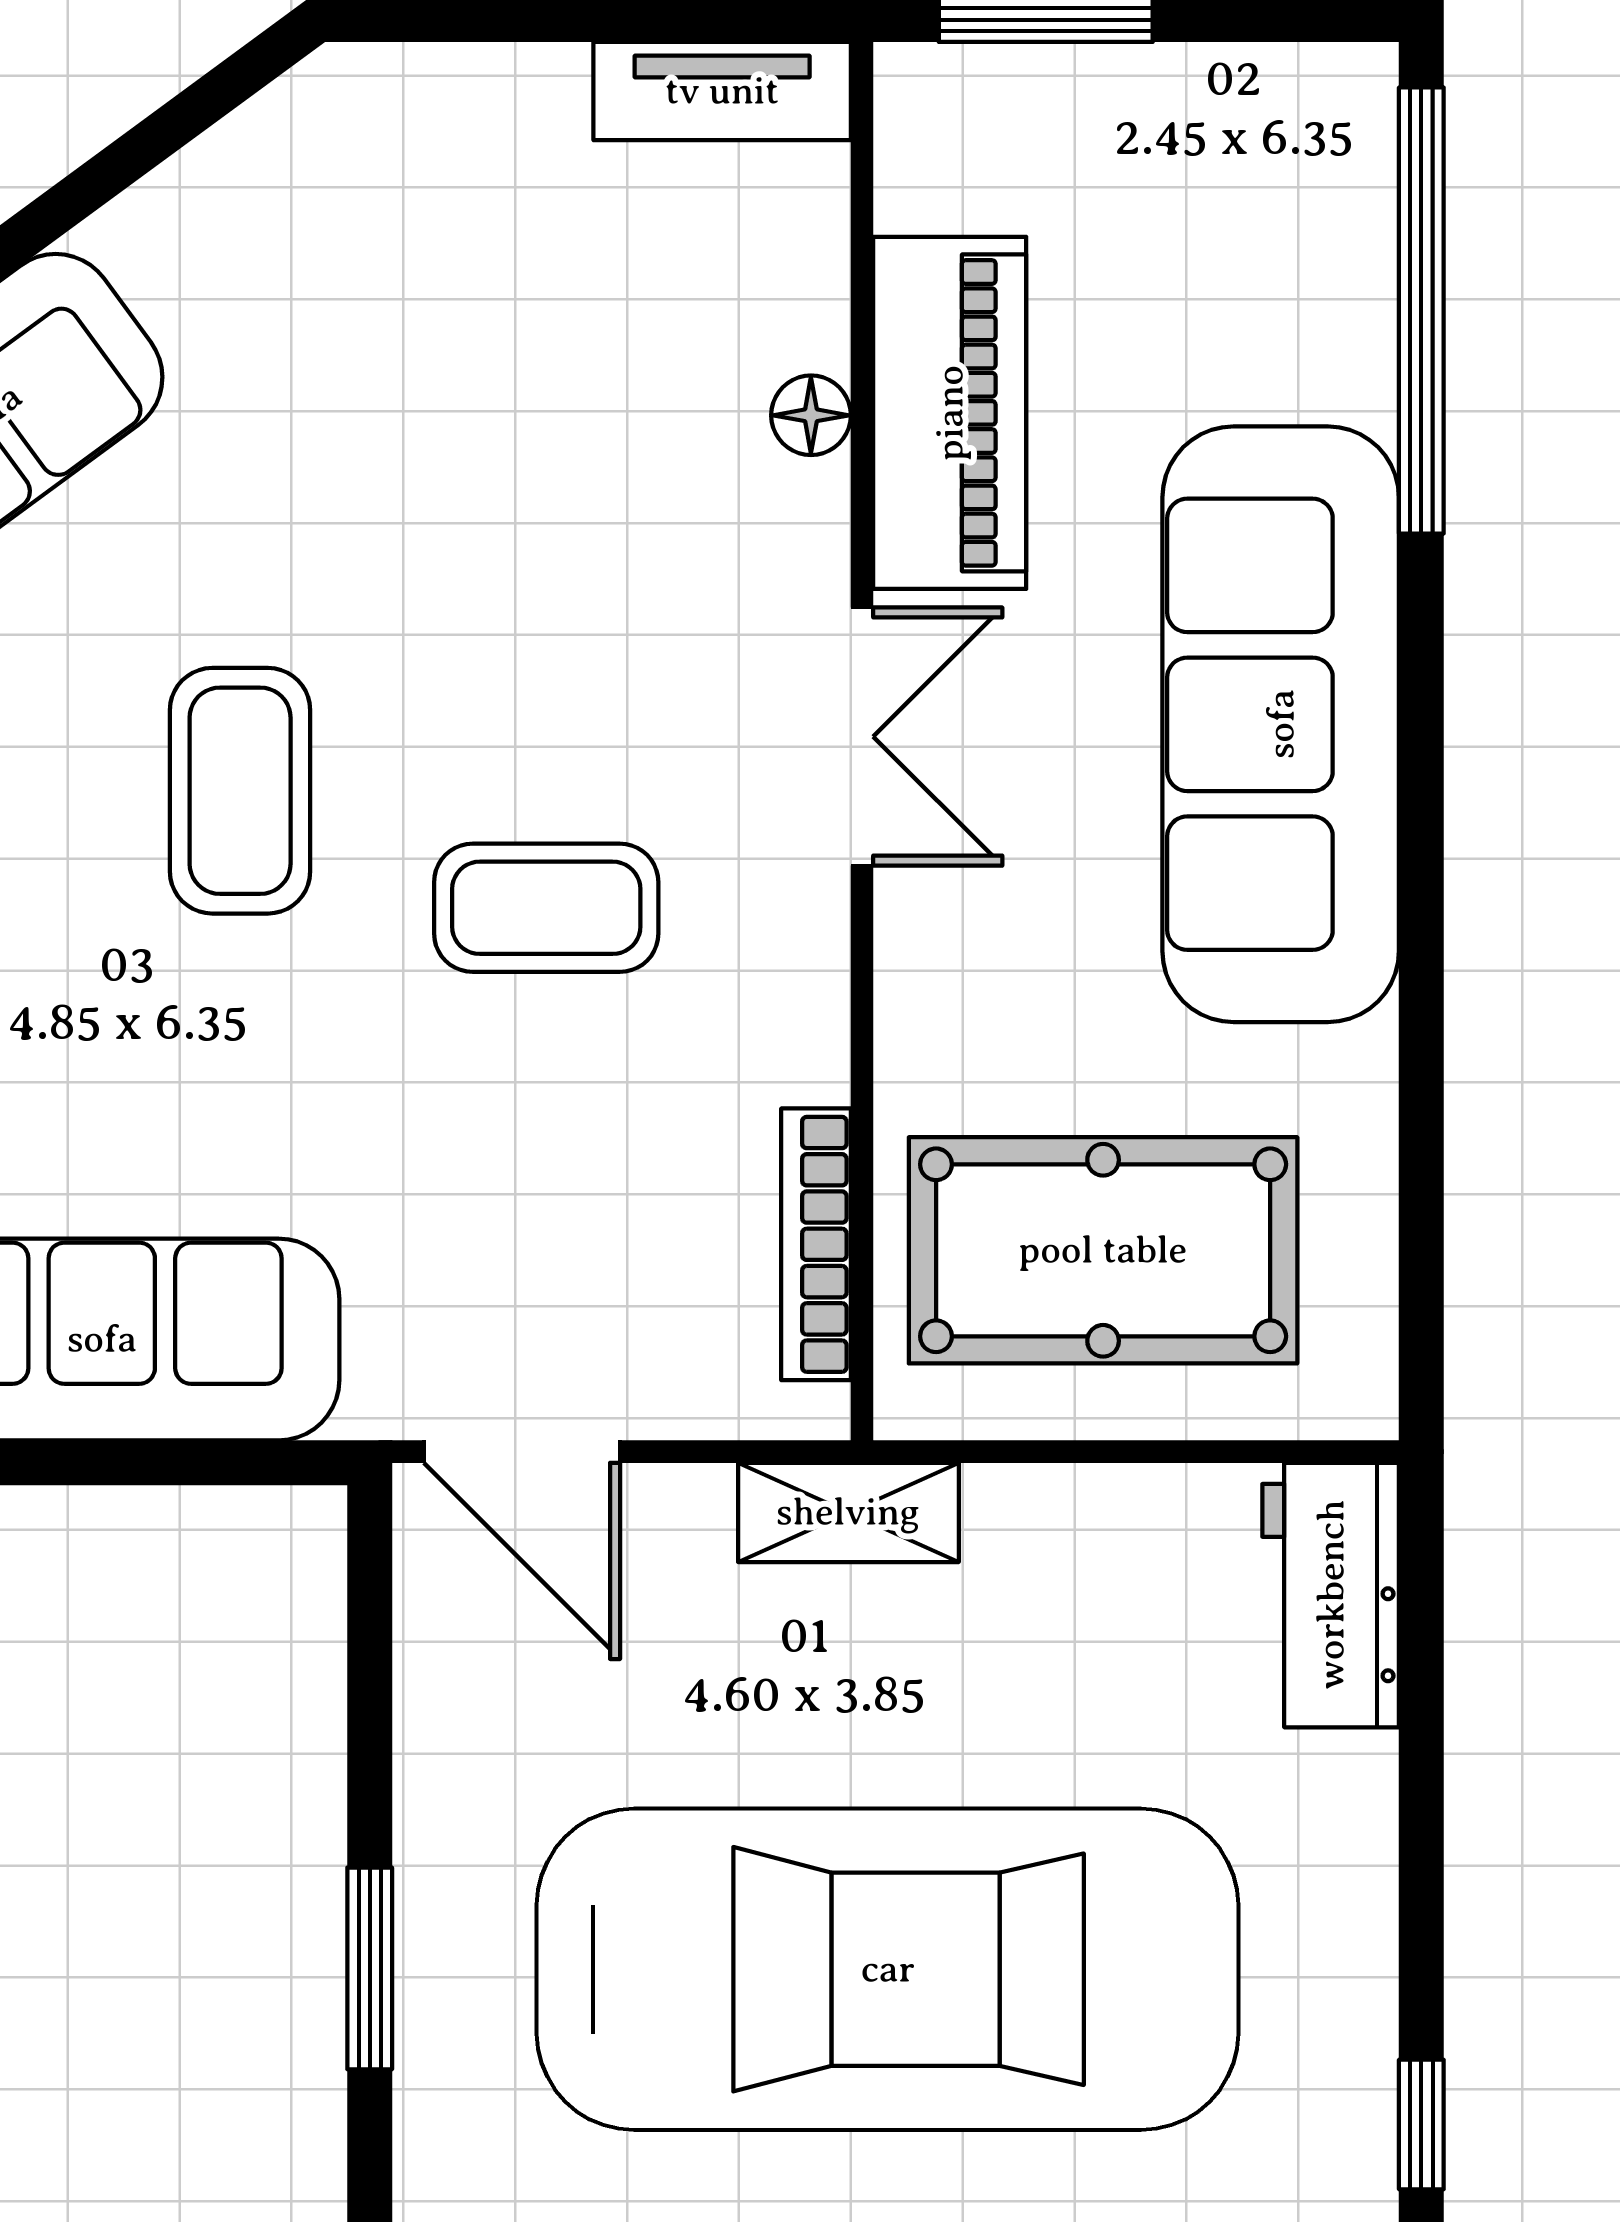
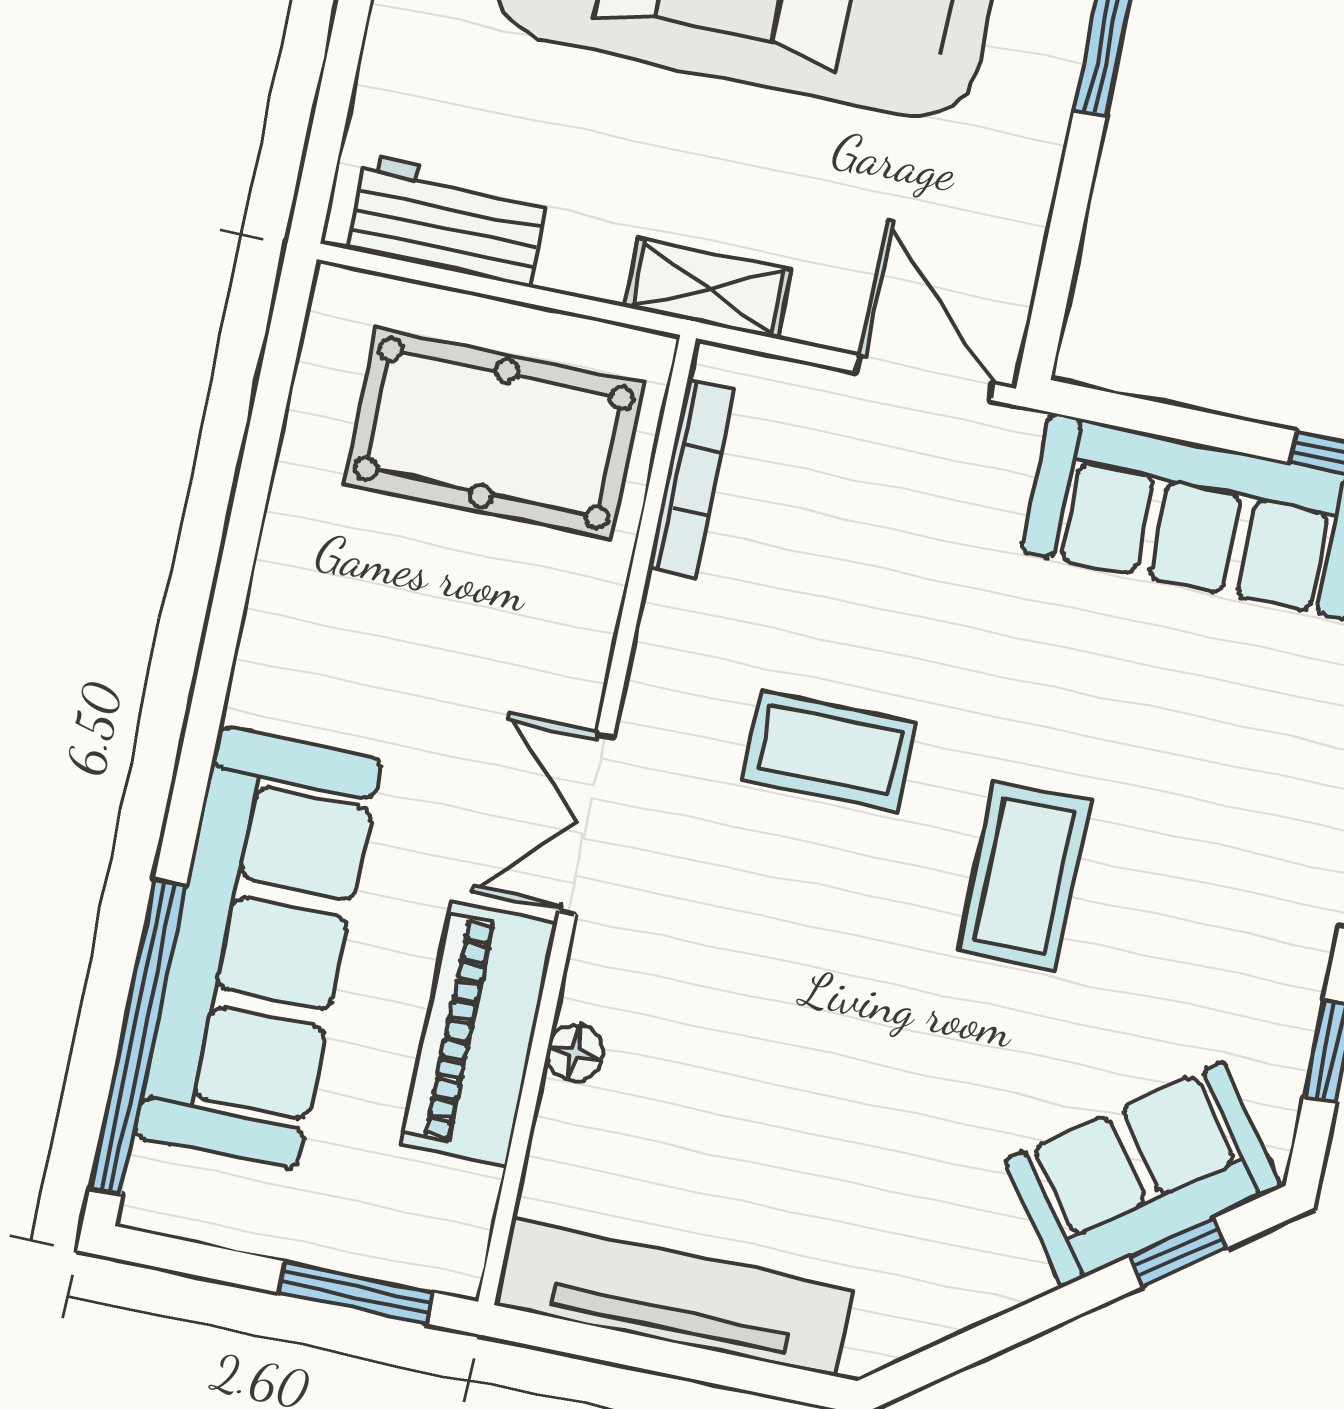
tv unit: (722, 91) -> (674, 1297), width x1.92, depth x1.29
sofa: (1281, 724) -> (258, 948), moved
workbench: (1331, 1595) -> (448, 221), moved, turned -90

